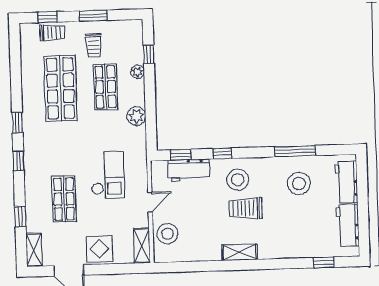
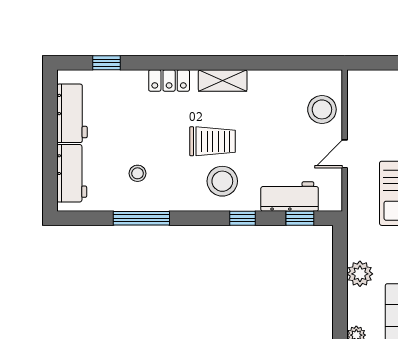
stool: (299, 183) -> (138, 173), width x0.53, depth x0.53
shelving: (142, 246) -> (358, 94), removed
locker: (278, 251) -> (169, 80), added

